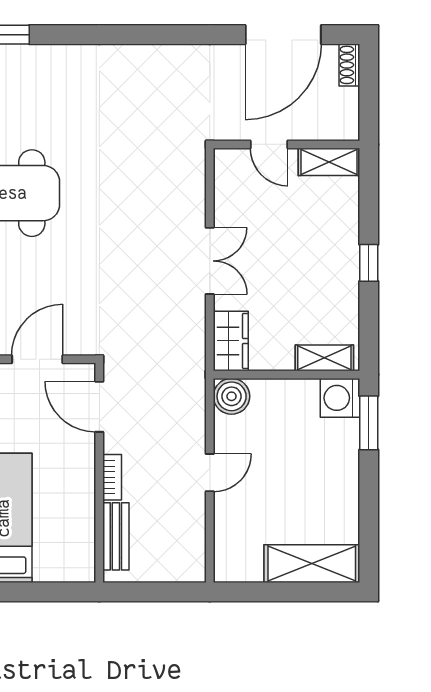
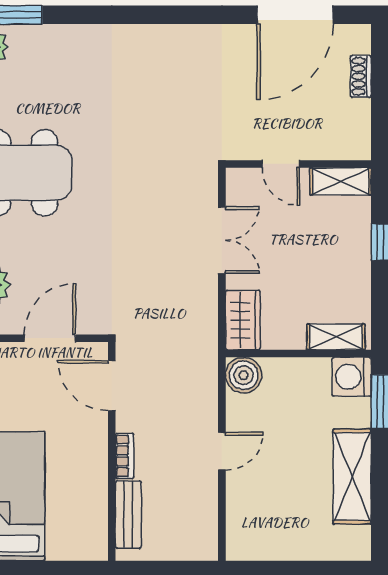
shoe rack: (349, 65) -> (361, 76), moved
door: (269, 144) -> (281, 164), moved
wall: (287, 144) -> (298, 164), moved
shelving: (329, 162) -> (341, 181), moved
shelving: (312, 564) -> (352, 477), moved, turned 90

